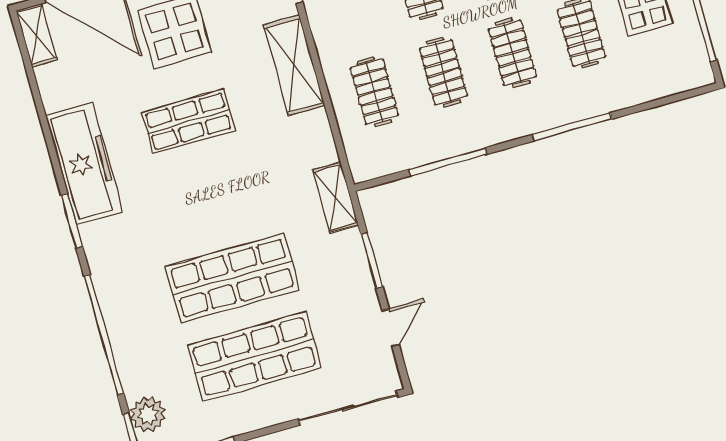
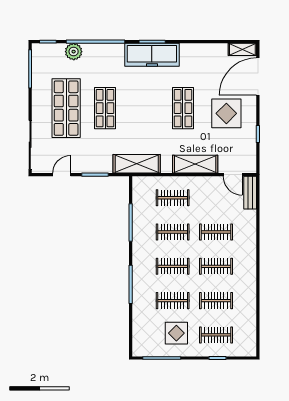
freezer: (84, 164) -> (152, 55), moved
shelving: (335, 197) -> (137, 164), width x1.50, depth x1.33
shop shelf: (232, 278) -> (105, 108), width x0.70, depth x0.74
door: (391, 328) -> (62, 175), swing flipped
plant: (148, 414) -> (74, 52), moved

